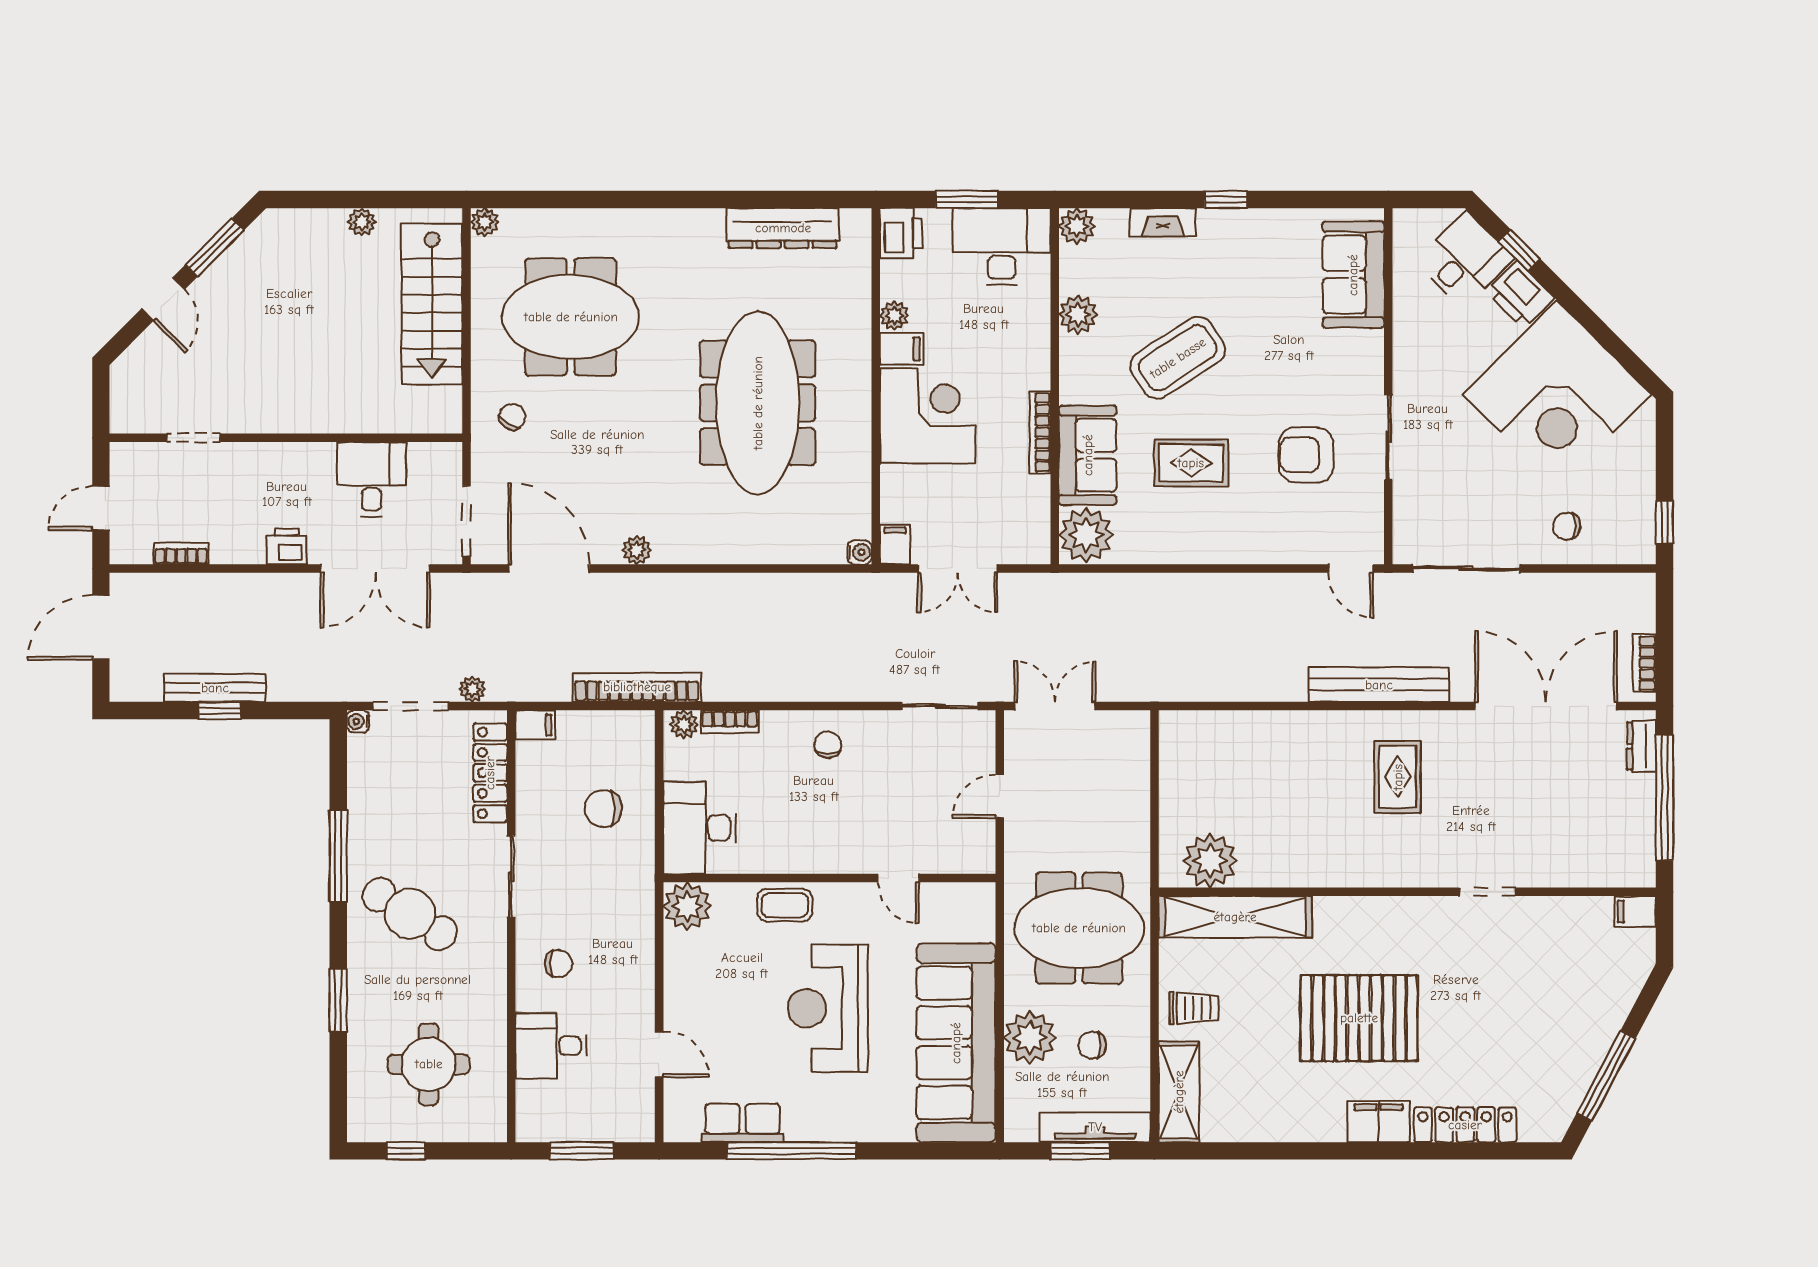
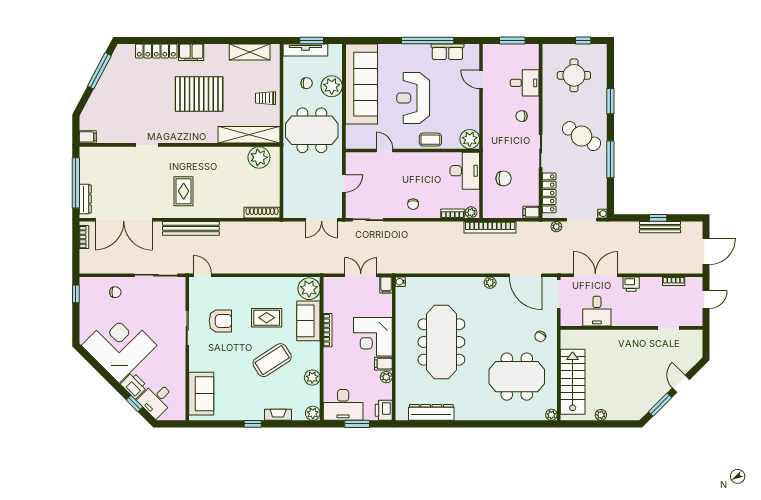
shoe rack: (1203, 724) -> (262, 213), added
dresser: (1641, 746) -> (85, 199), width x1.44
reception desk: (828, 1008) -> (413, 98), turned 180
shelving: (1179, 1092) -> (250, 52), moved, turned 90

